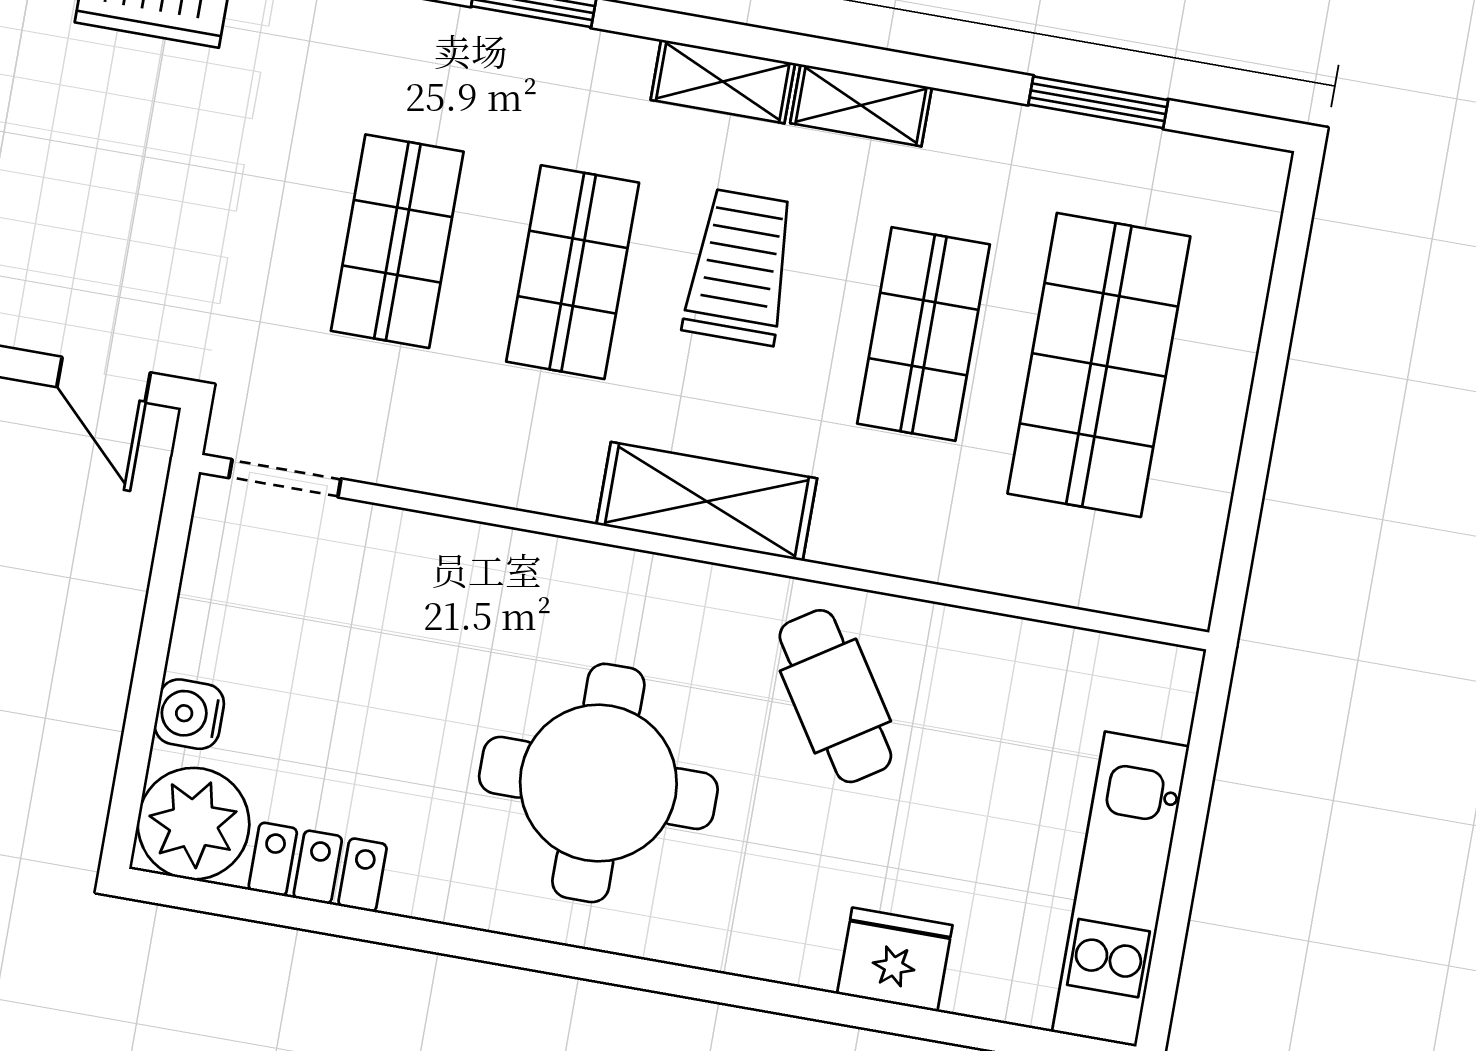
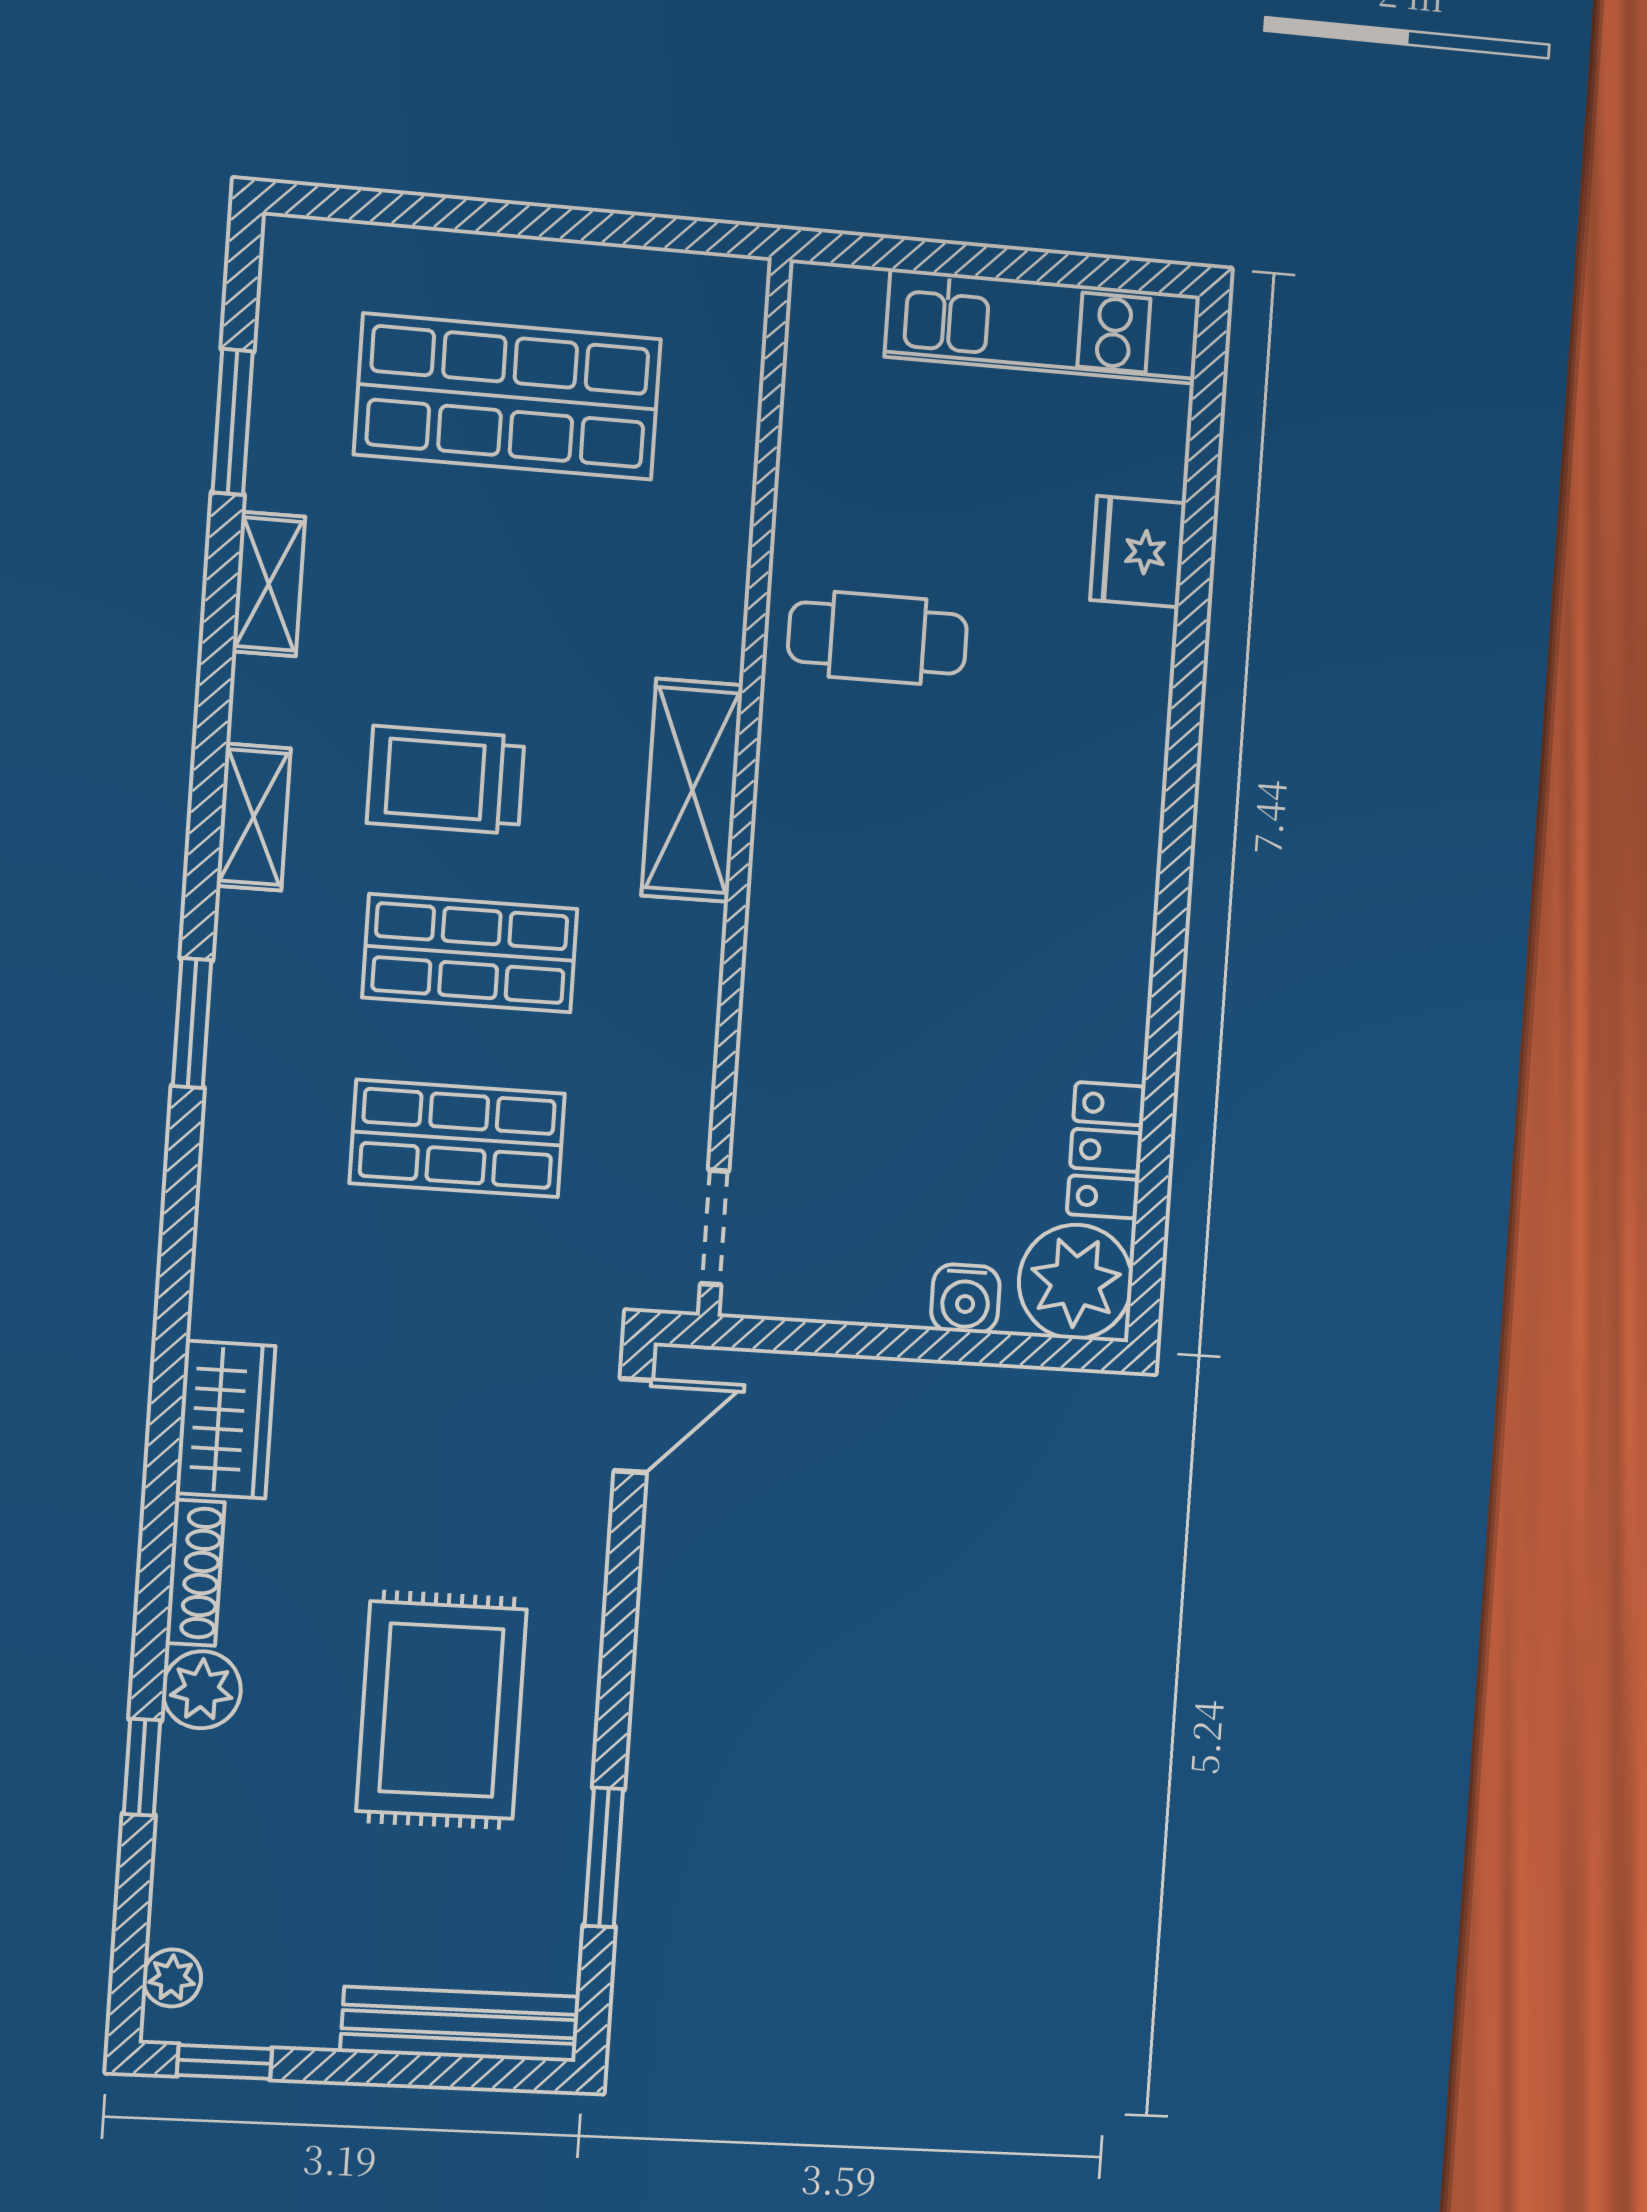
shelving: (861, 105) -> (269, 584), moved
shop shelf: (923, 334) -> (495, 582), removed
cafe table: (835, 696) -> (878, 638), turned 33
round table: (598, 783) -> (991, 873), removed

